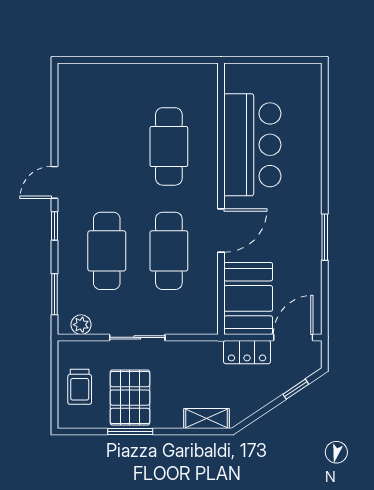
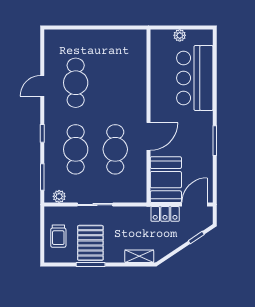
plant: (270, 72) -> (180, 35), added
bar counter: (252, 145) -> (195, 78), moved, turned 180
cafe table: (169, 146) -> (76, 83), moved
door: (55, 182) -> (42, 86), moved

